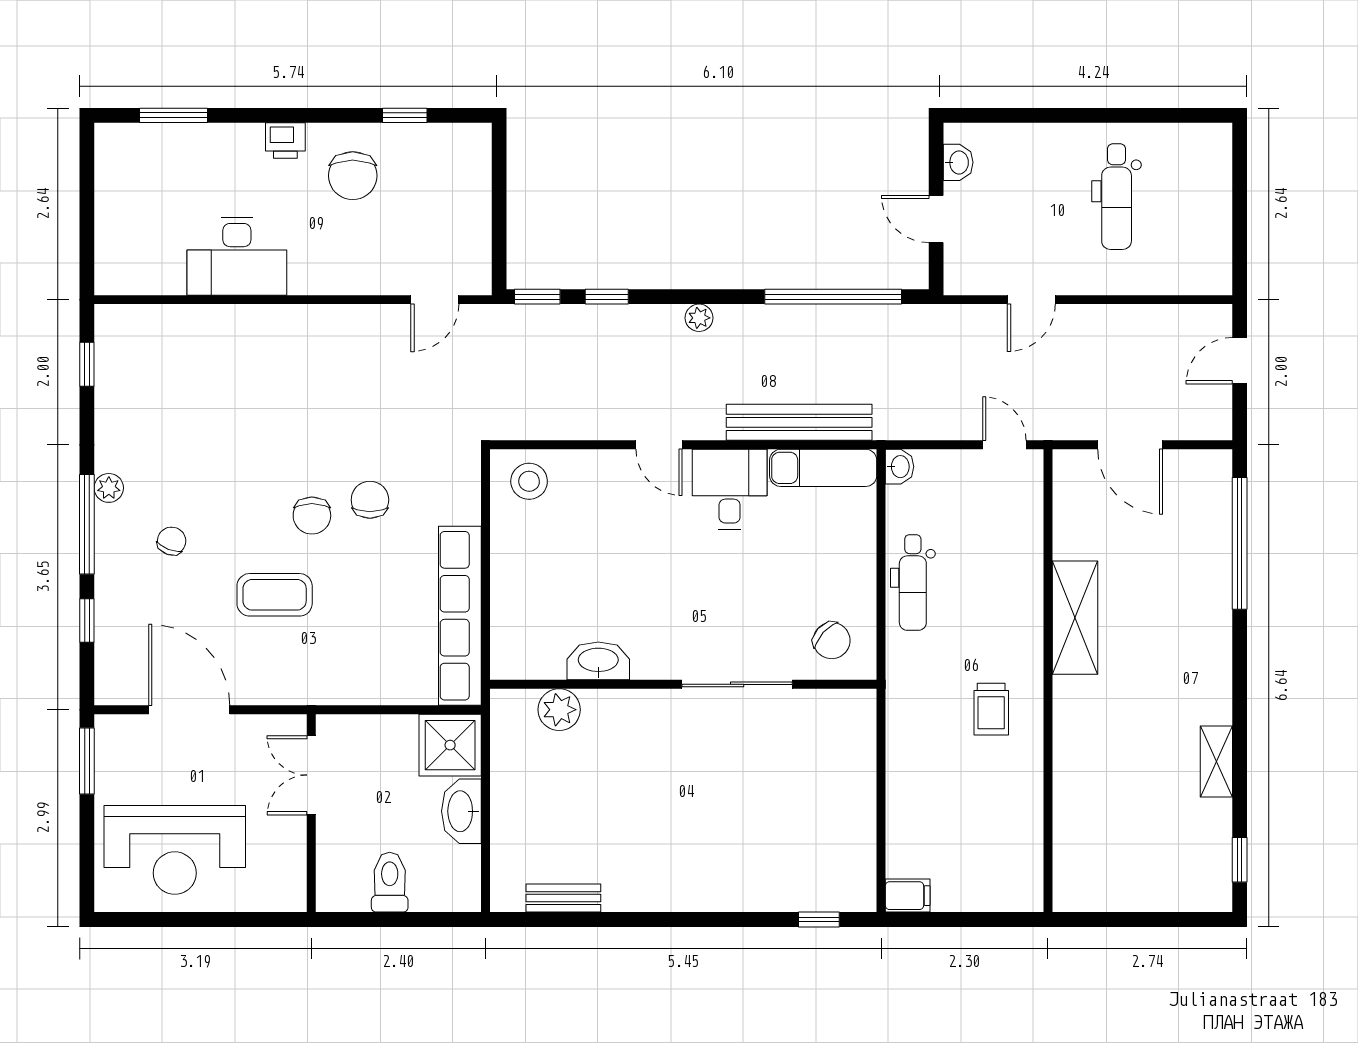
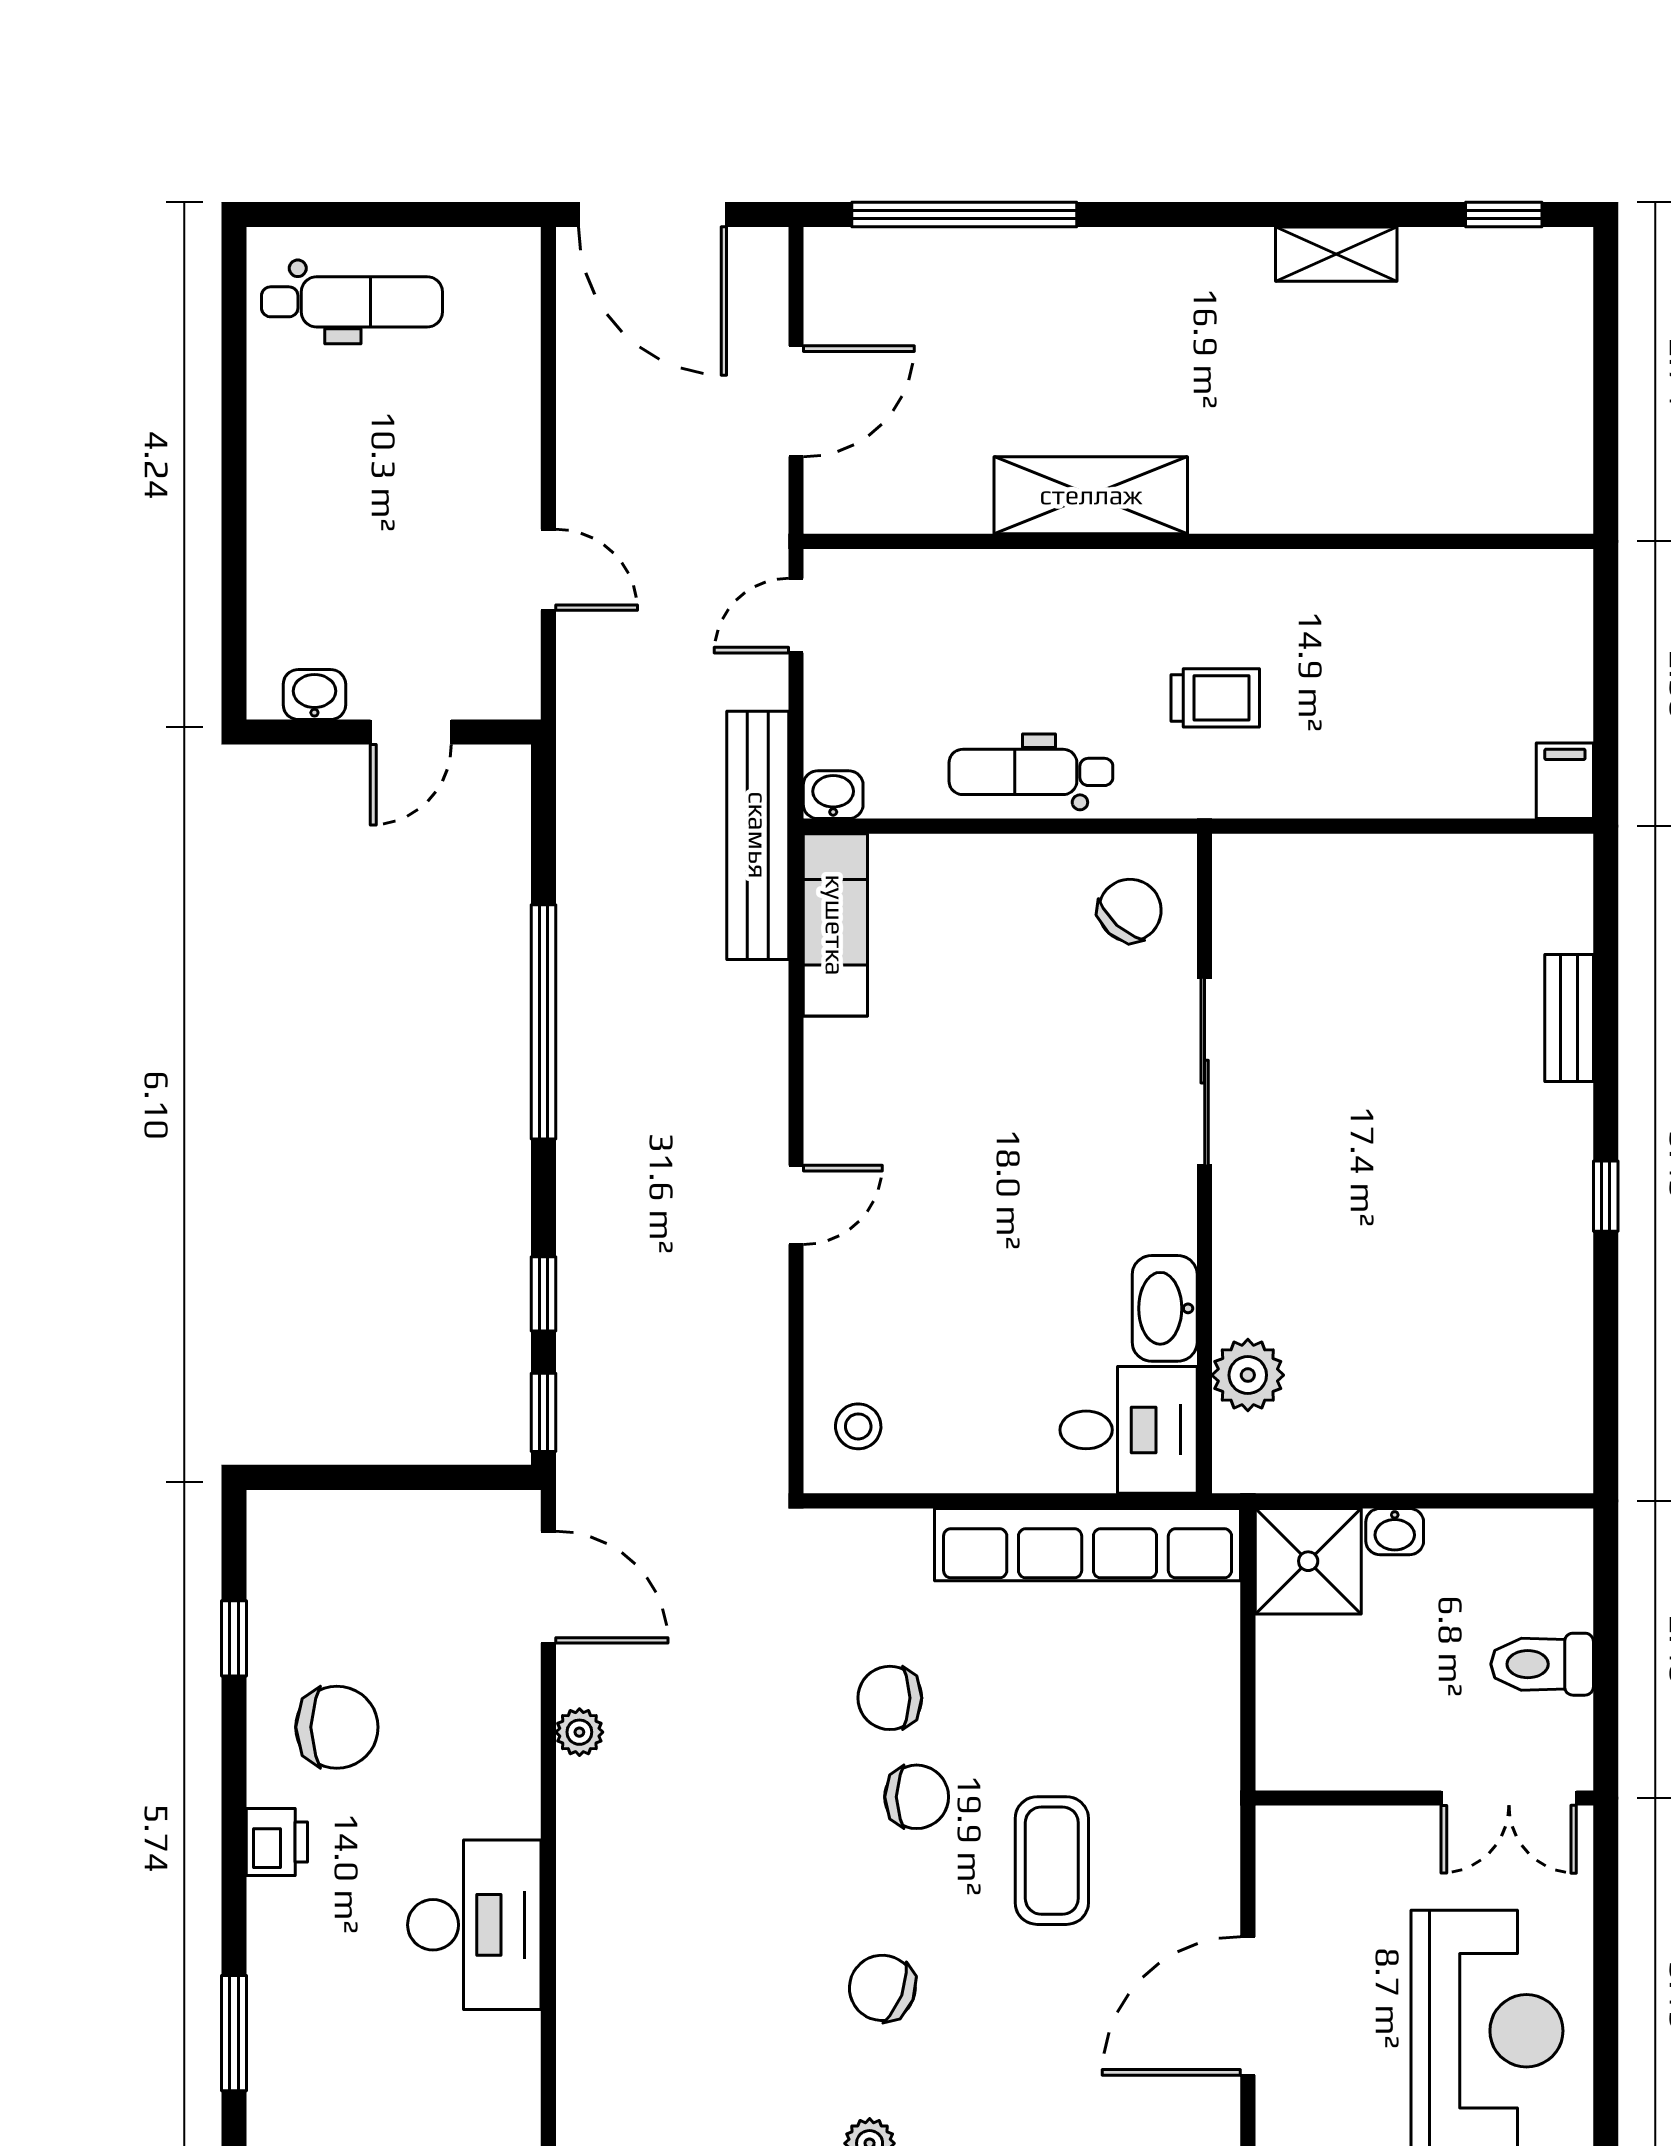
dental chair: (1117, 197) -> (352, 302), moved
window: (833, 297) -> (543, 1022), moved
door: (435, 300) -> (548, 1587), width x1.38
plant: (699, 318) -> (579, 1732), moved
door: (1240, 361) -> (653, 215), width x1.88
bench: (799, 422) -> (758, 835), moved
stool: (529, 481) -> (858, 1426), width x0.73, depth x0.73
desk: (730, 489) -> (1129, 1430), moved, turned 180
chair: (172, 541) -> (882, 1988), moved, width x1.37, depth x1.37
dental chair: (913, 583) -> (1031, 772), turned 180
trolley: (991, 709) -> (1215, 698), moved
double door: (311, 775) -> (1509, 1798), moved
washbasin: (461, 811) -> (1395, 1532), width x0.52, depth x0.69
bench: (563, 898) -> (1569, 1018), moved
window: (819, 920) -> (1606, 1196), moved

